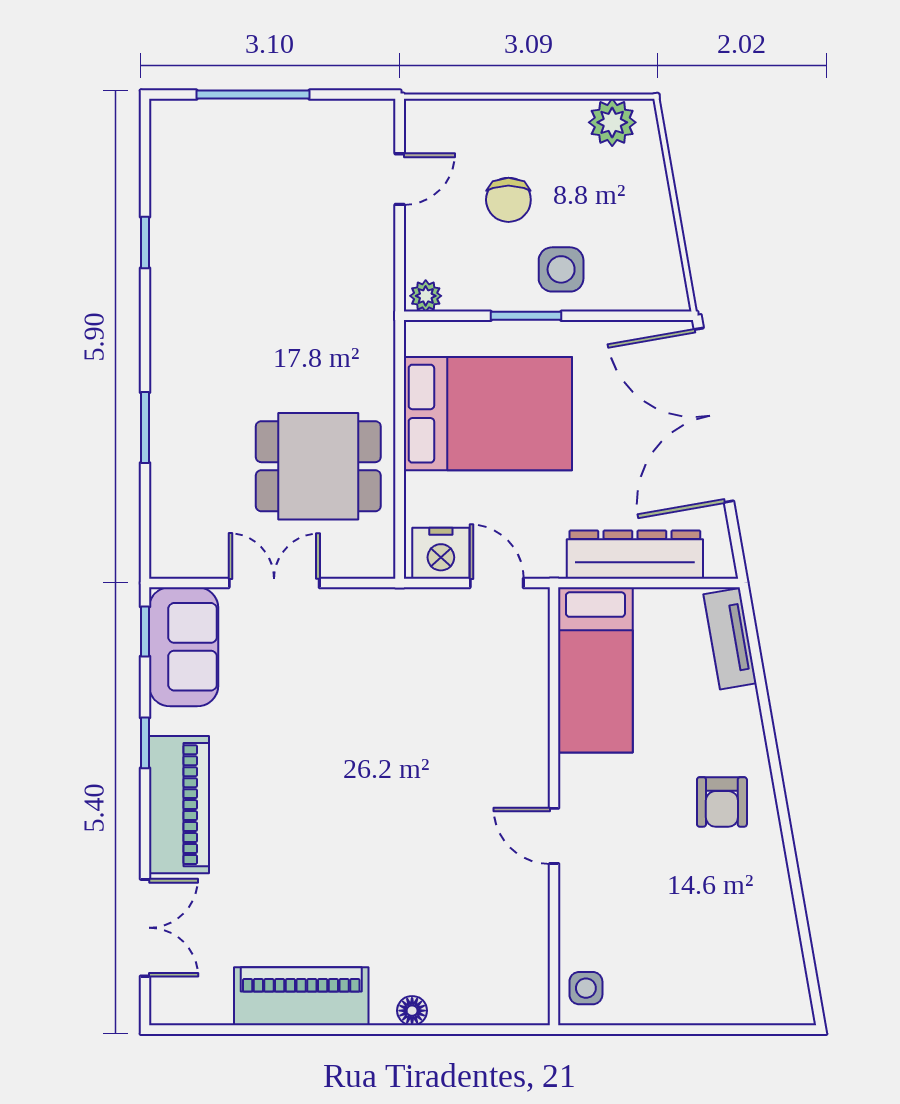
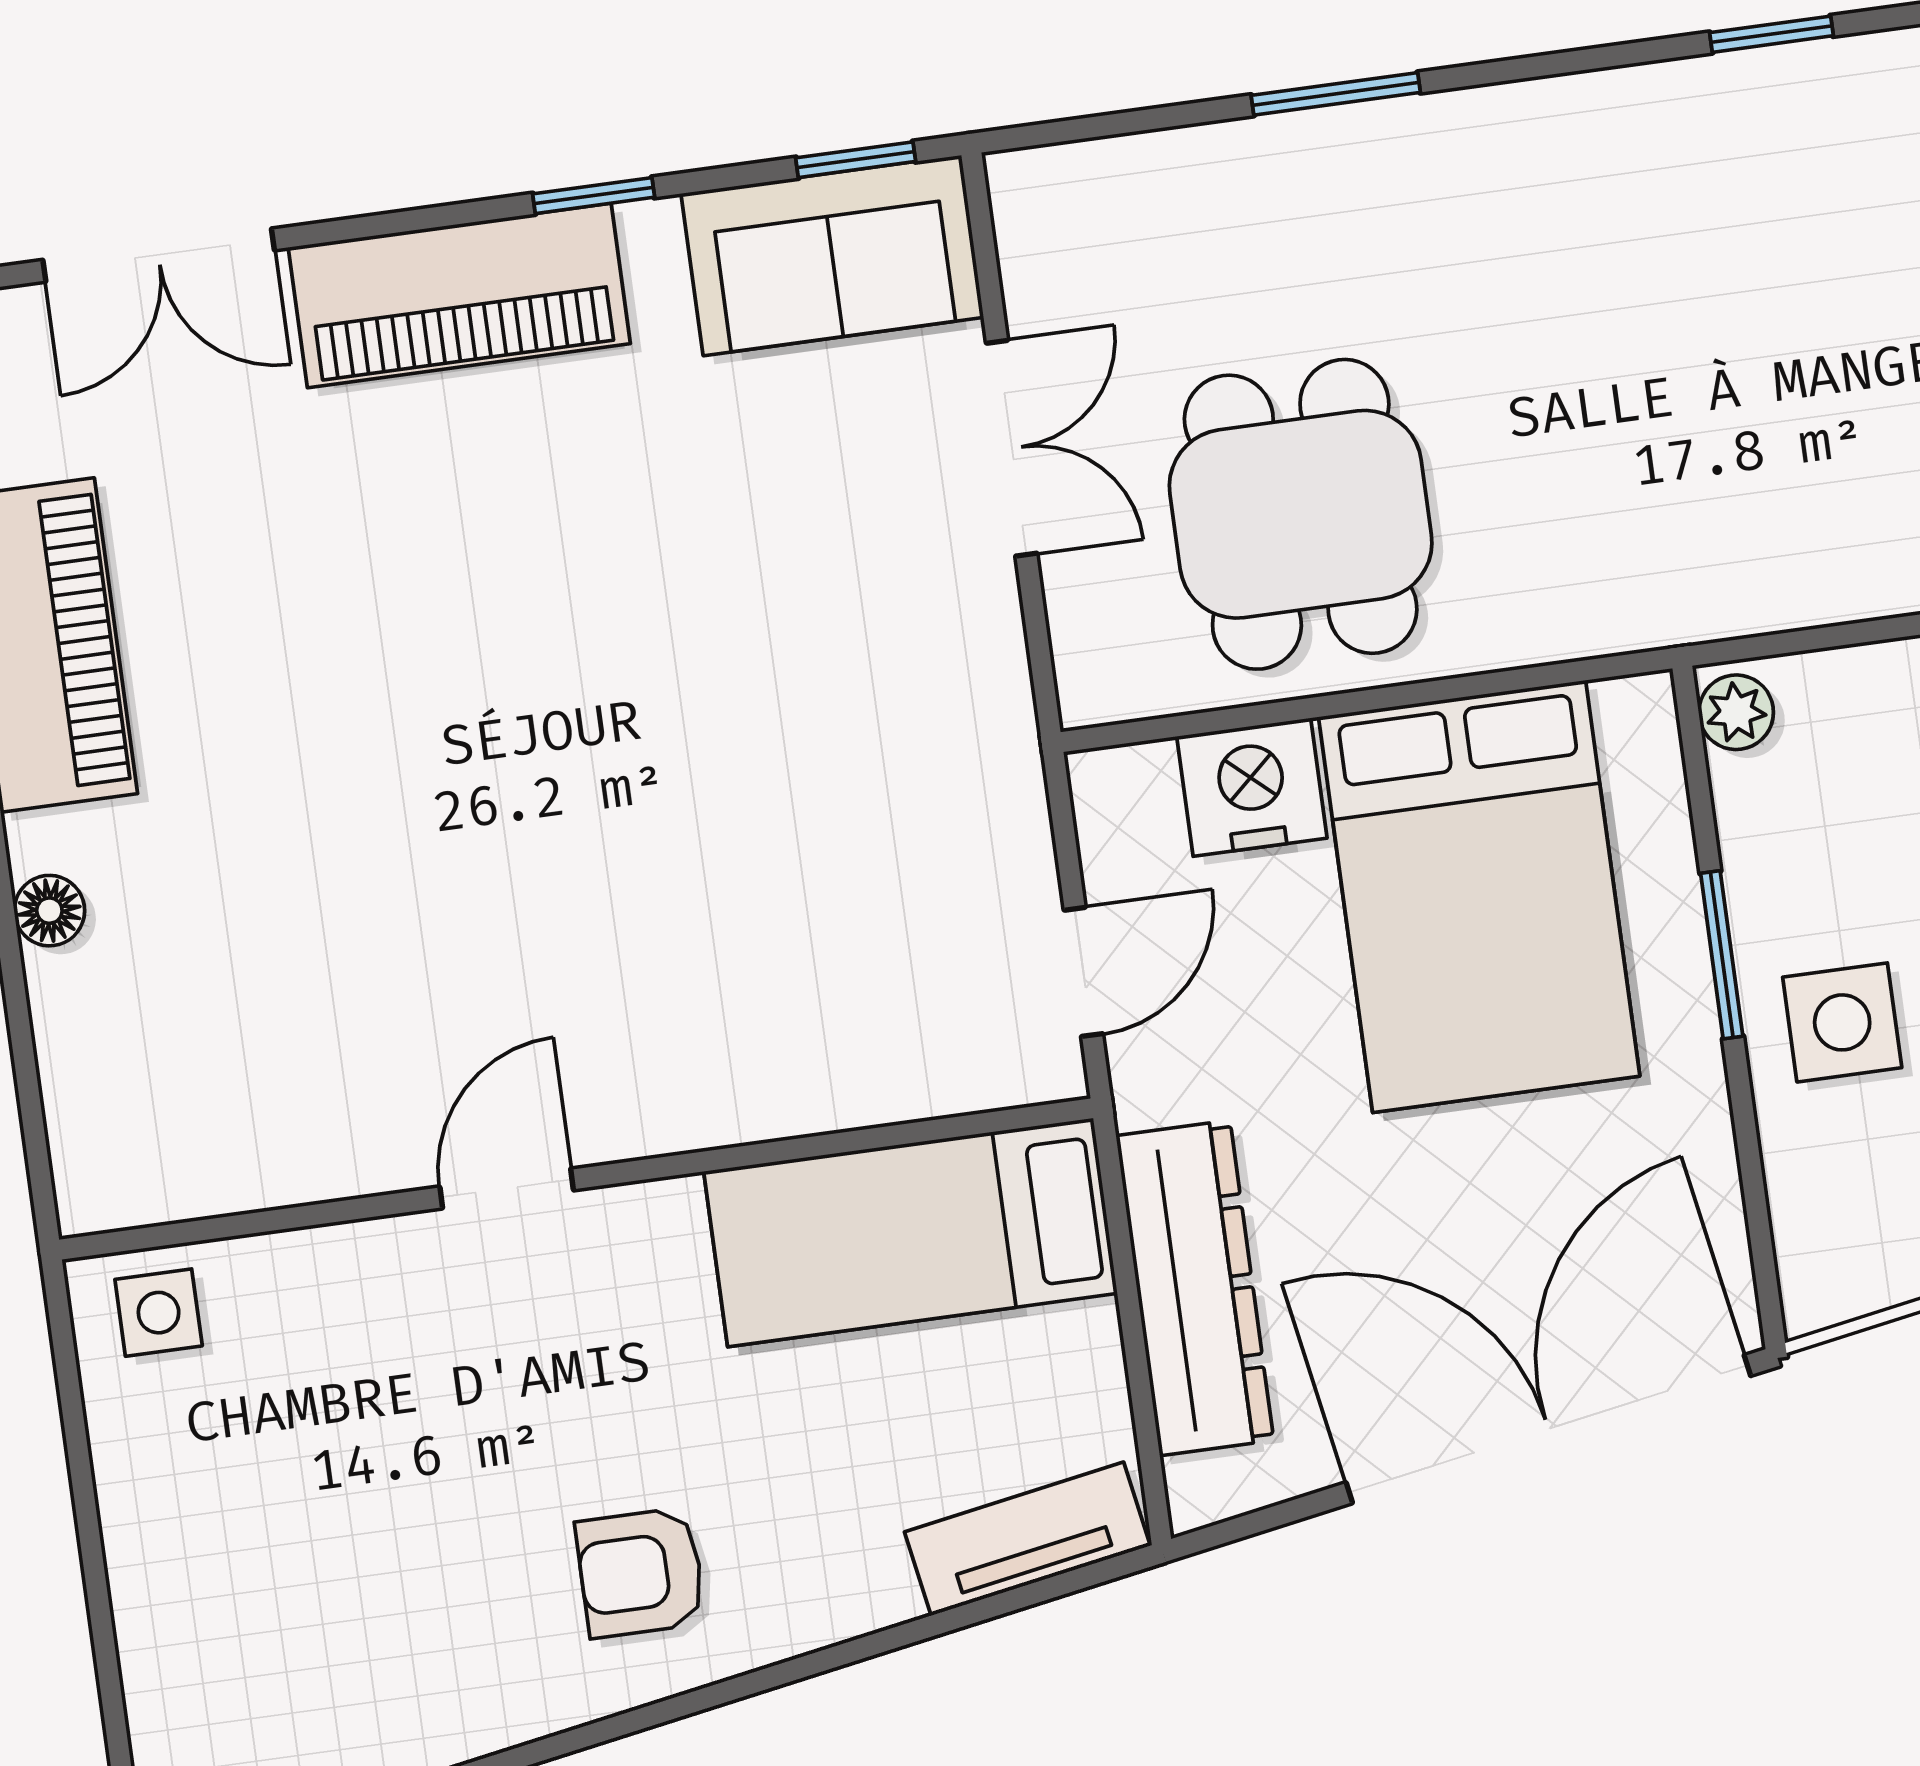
nightstand: (441, 553) -> (1252, 787), moved, turned 90

